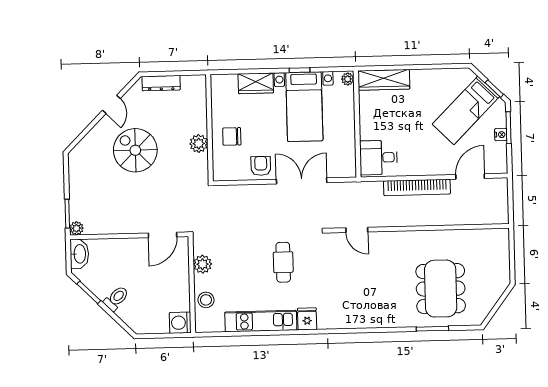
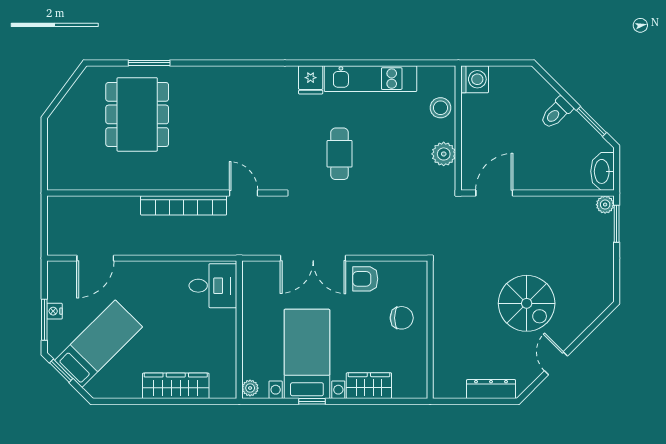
wardrobe: (384, 80) -> (176, 386), moved
plant: (199, 144) -> (445, 310), removed
armchair: (261, 166) -> (365, 279), turned 90
bookcase: (417, 187) -> (184, 205), moved, turned 180

